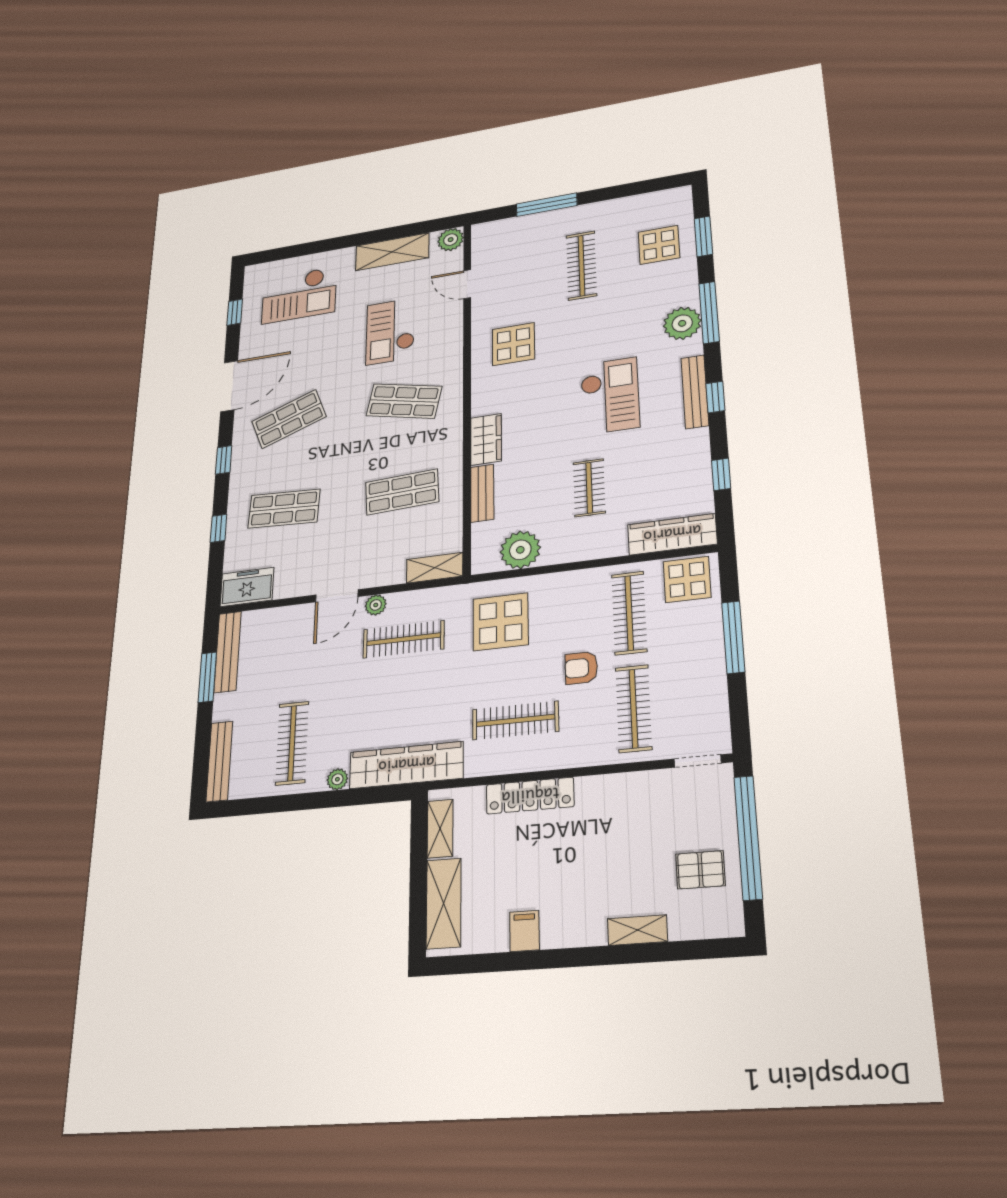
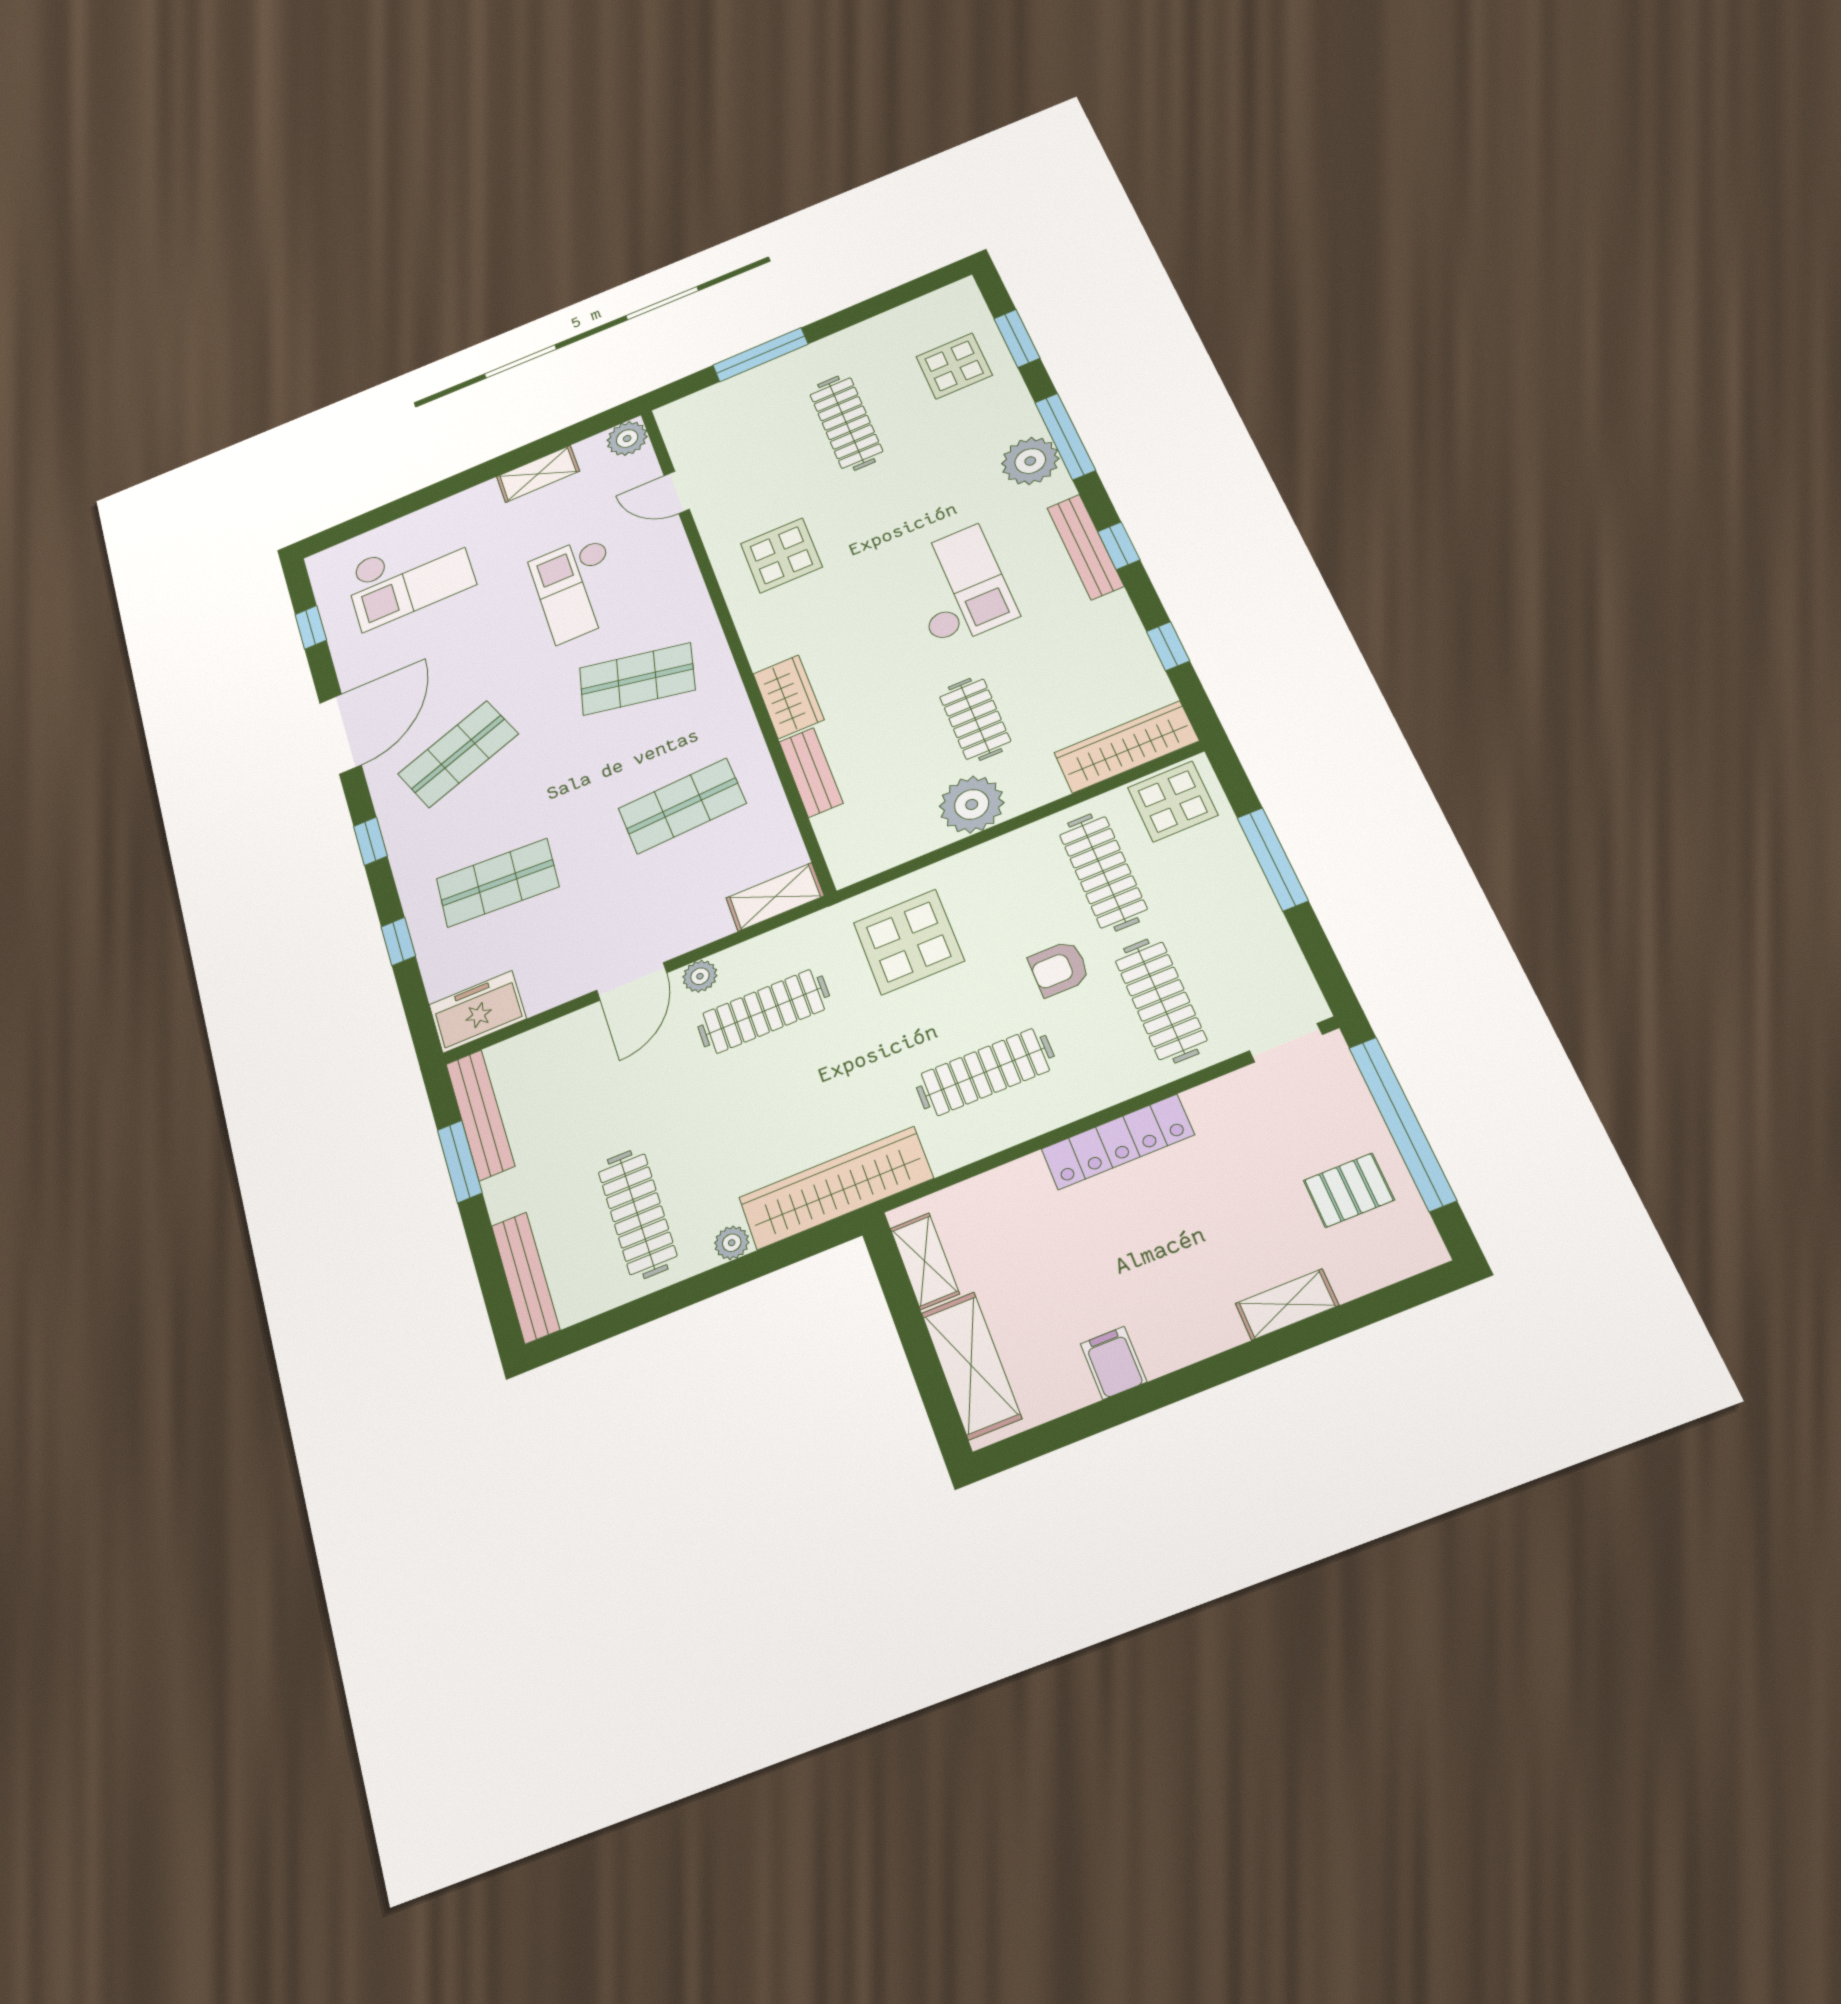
shelving: (392, 252) -> (538, 474), width x0.67, depth x0.75
plant: (520, 550) -> (972, 804), moved
locker: (530, 796) -> (1118, 1142), moved

